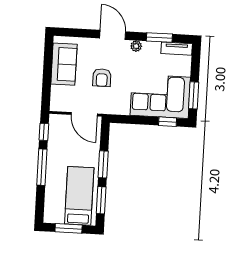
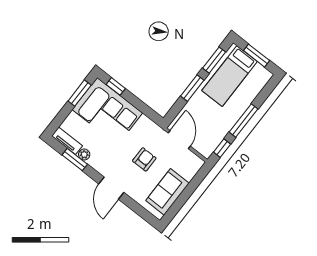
plant: (136, 46) -> (84, 154), moved

